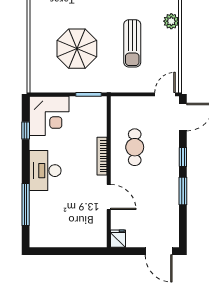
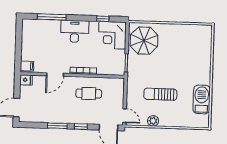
plant: (171, 21) -> (153, 121), moved
parasol: (77, 49) -> (144, 41), moved
filing cabinet: (98, 238) -> (27, 66), added

